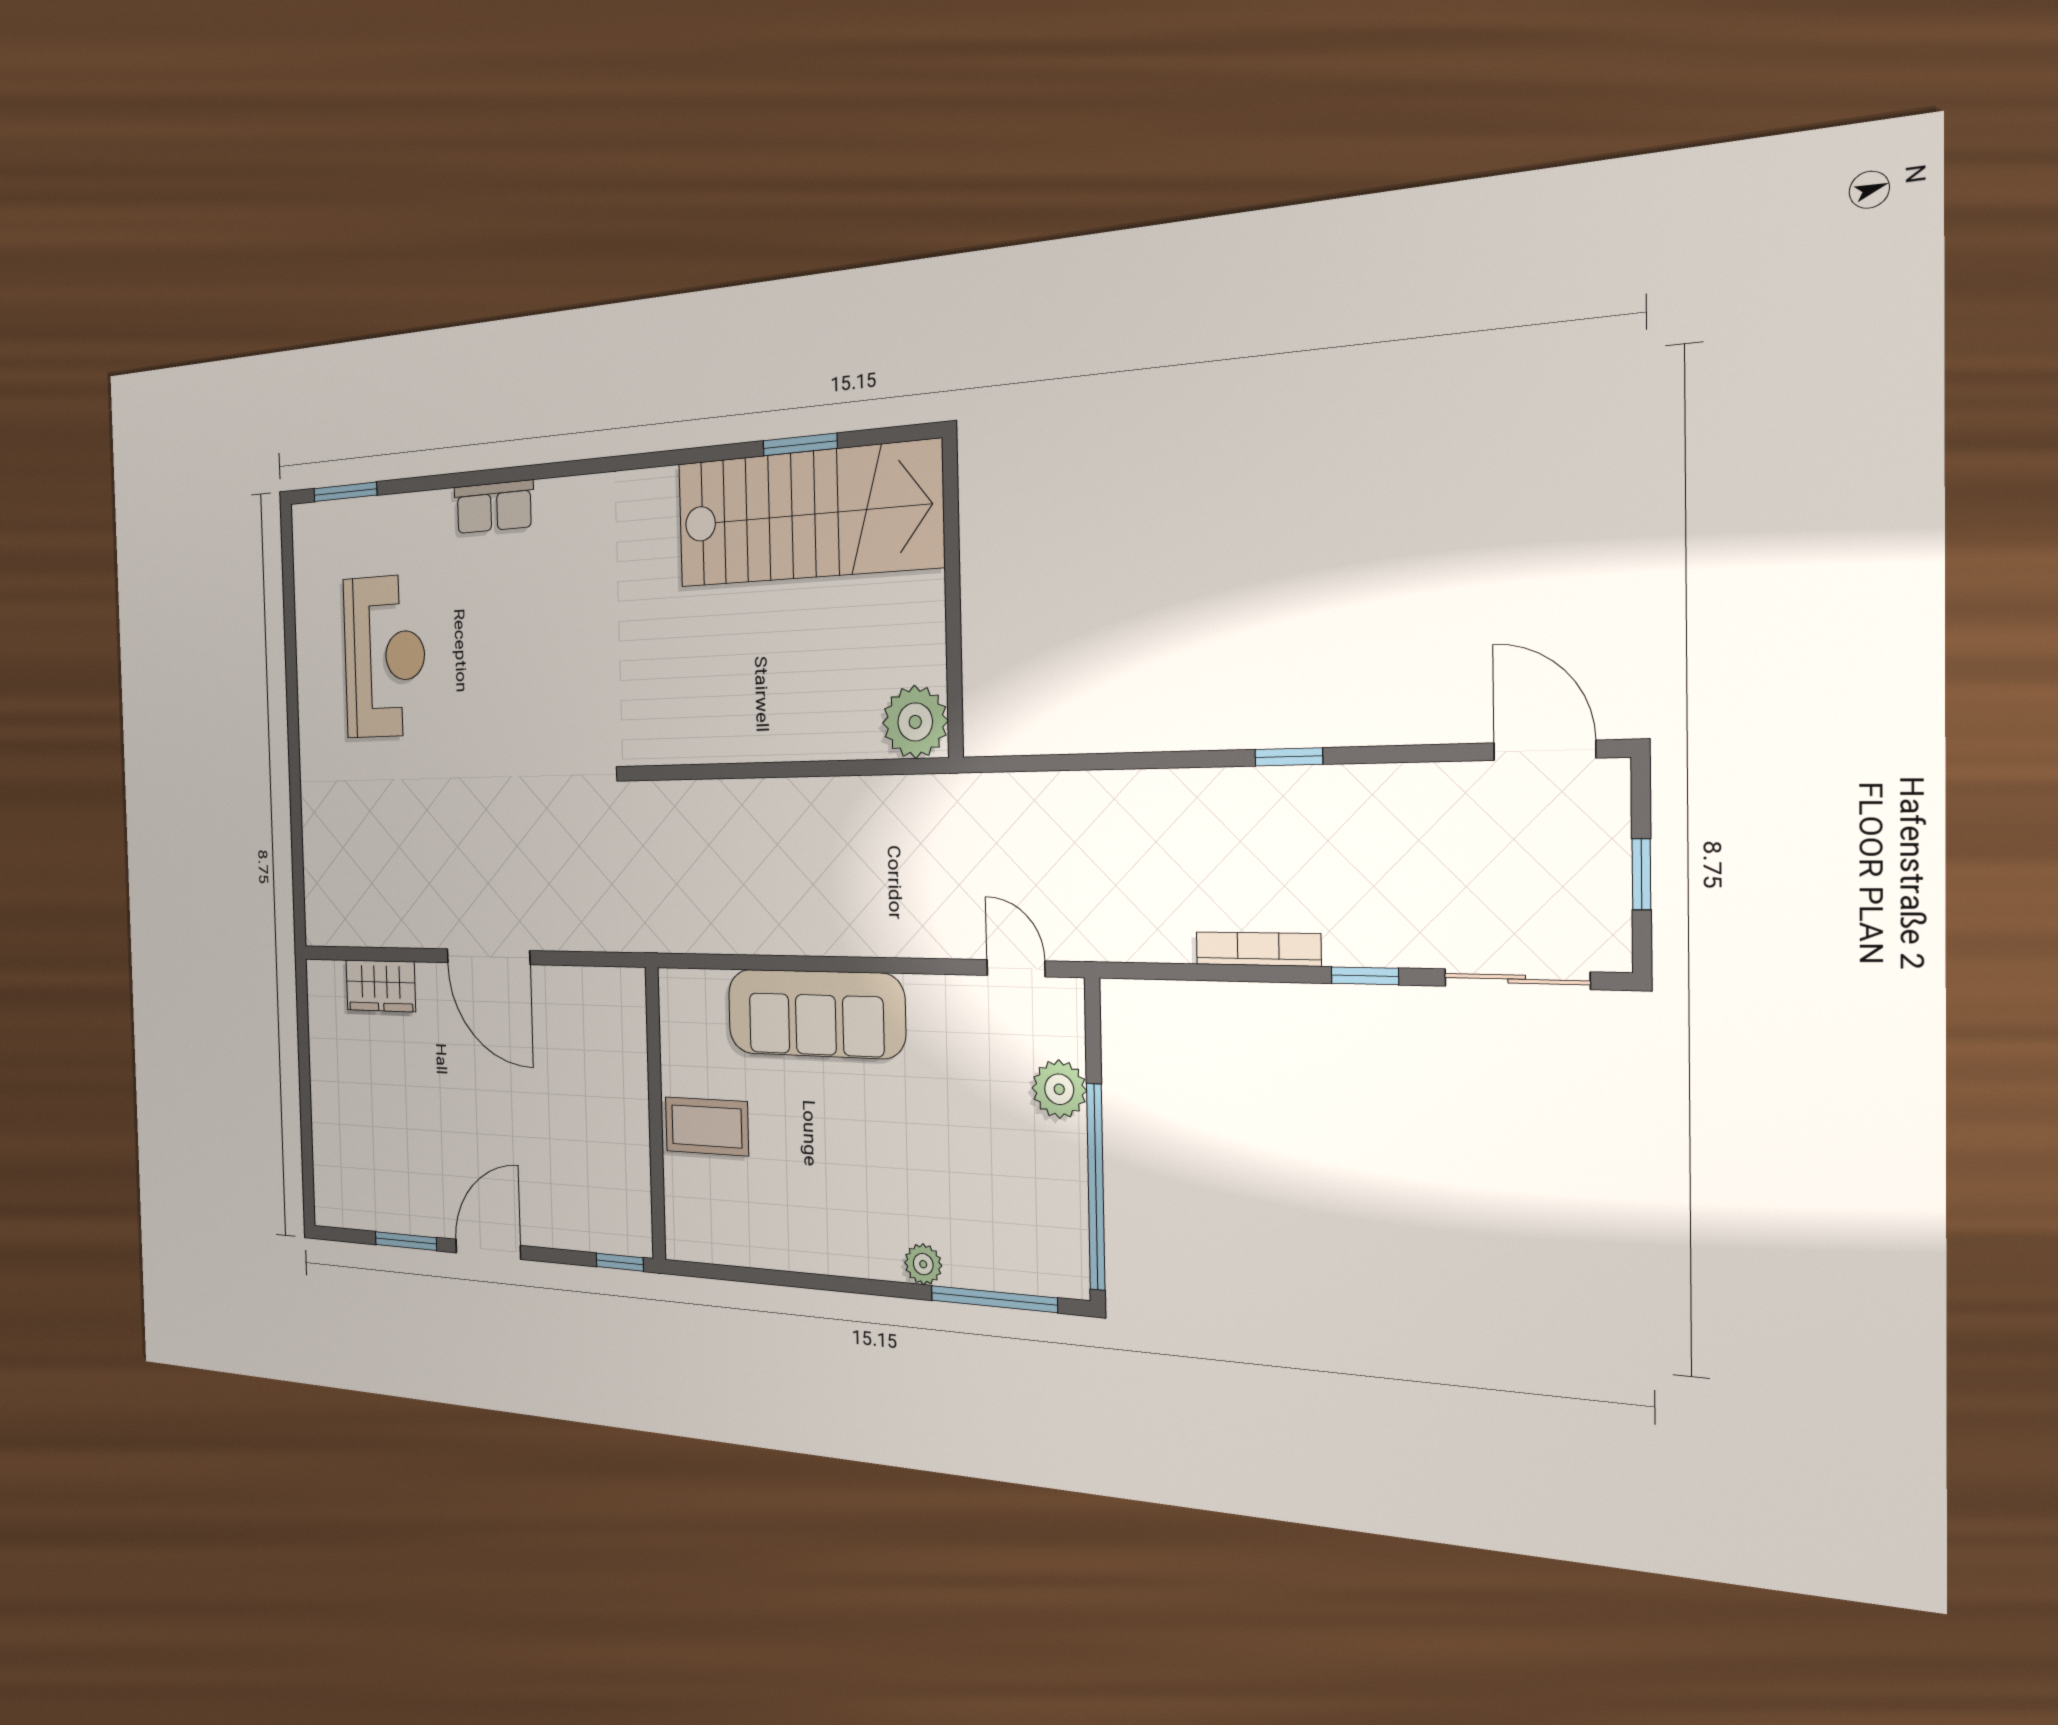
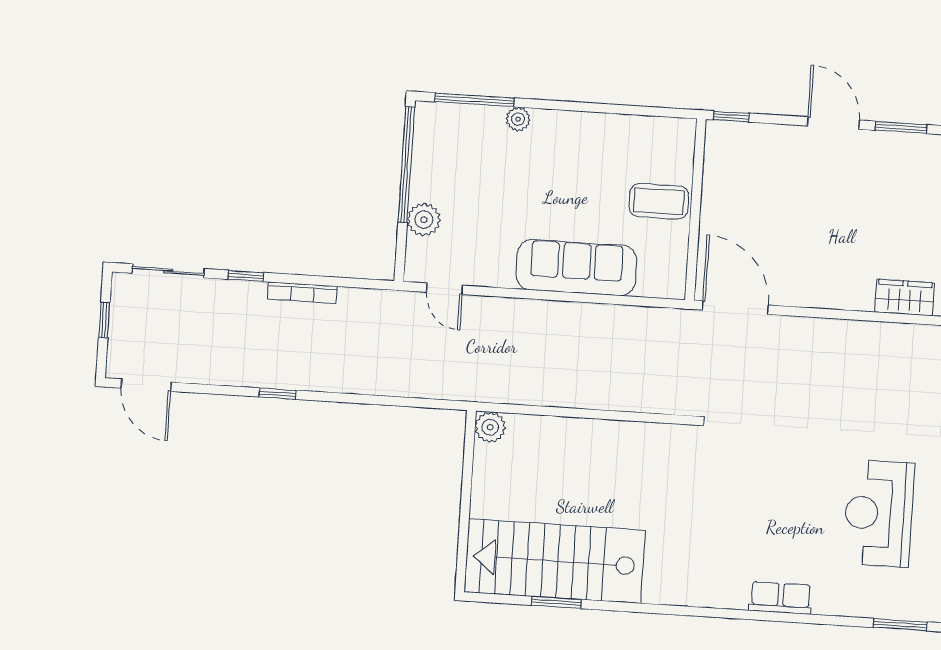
plant: (915, 722) -> (490, 427), width x0.73, depth x0.73
door: (488, 957) -> (735, 308), moved
door: (488, 1249) -> (833, 123), swing flipped

